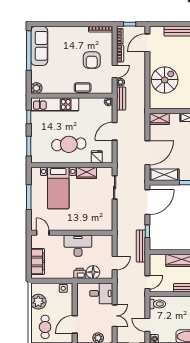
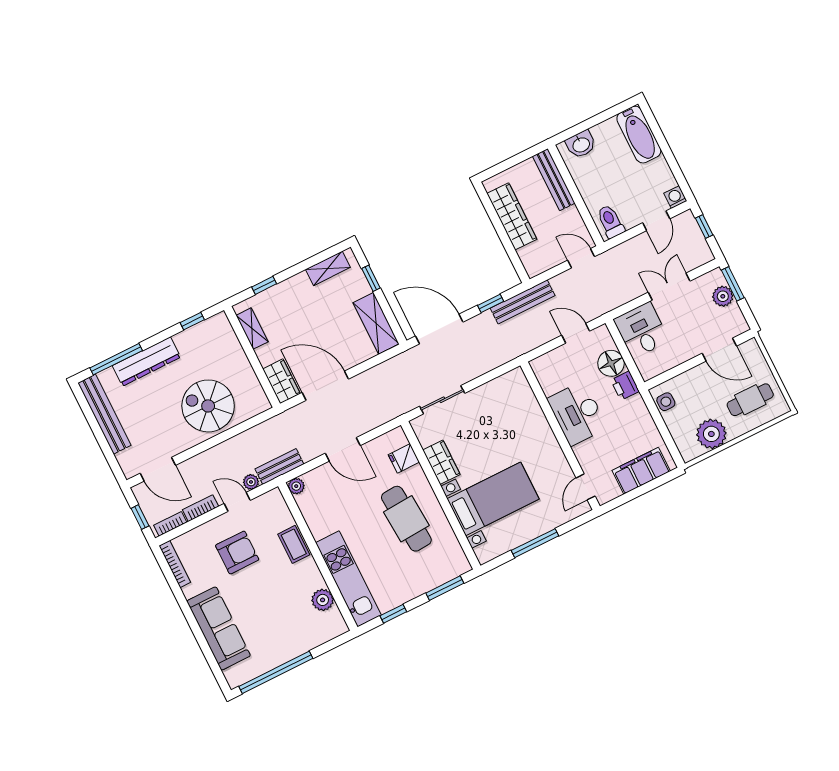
sofa: (39, 46) -> (219, 628), moved, turned 90
plant: (36, 88) -> (323, 600), moved
door: (147, 153) -> (325, 386), moved

